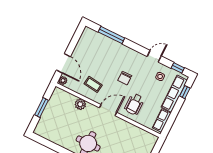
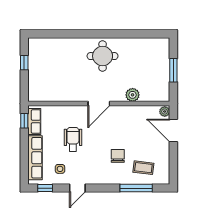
chair: (125, 78) -> (118, 156), moved
coffee table: (93, 84) -> (143, 168), moved
window: (185, 92) -> (24, 121), moved
wheelchair: (134, 104) -> (73, 139), moved

